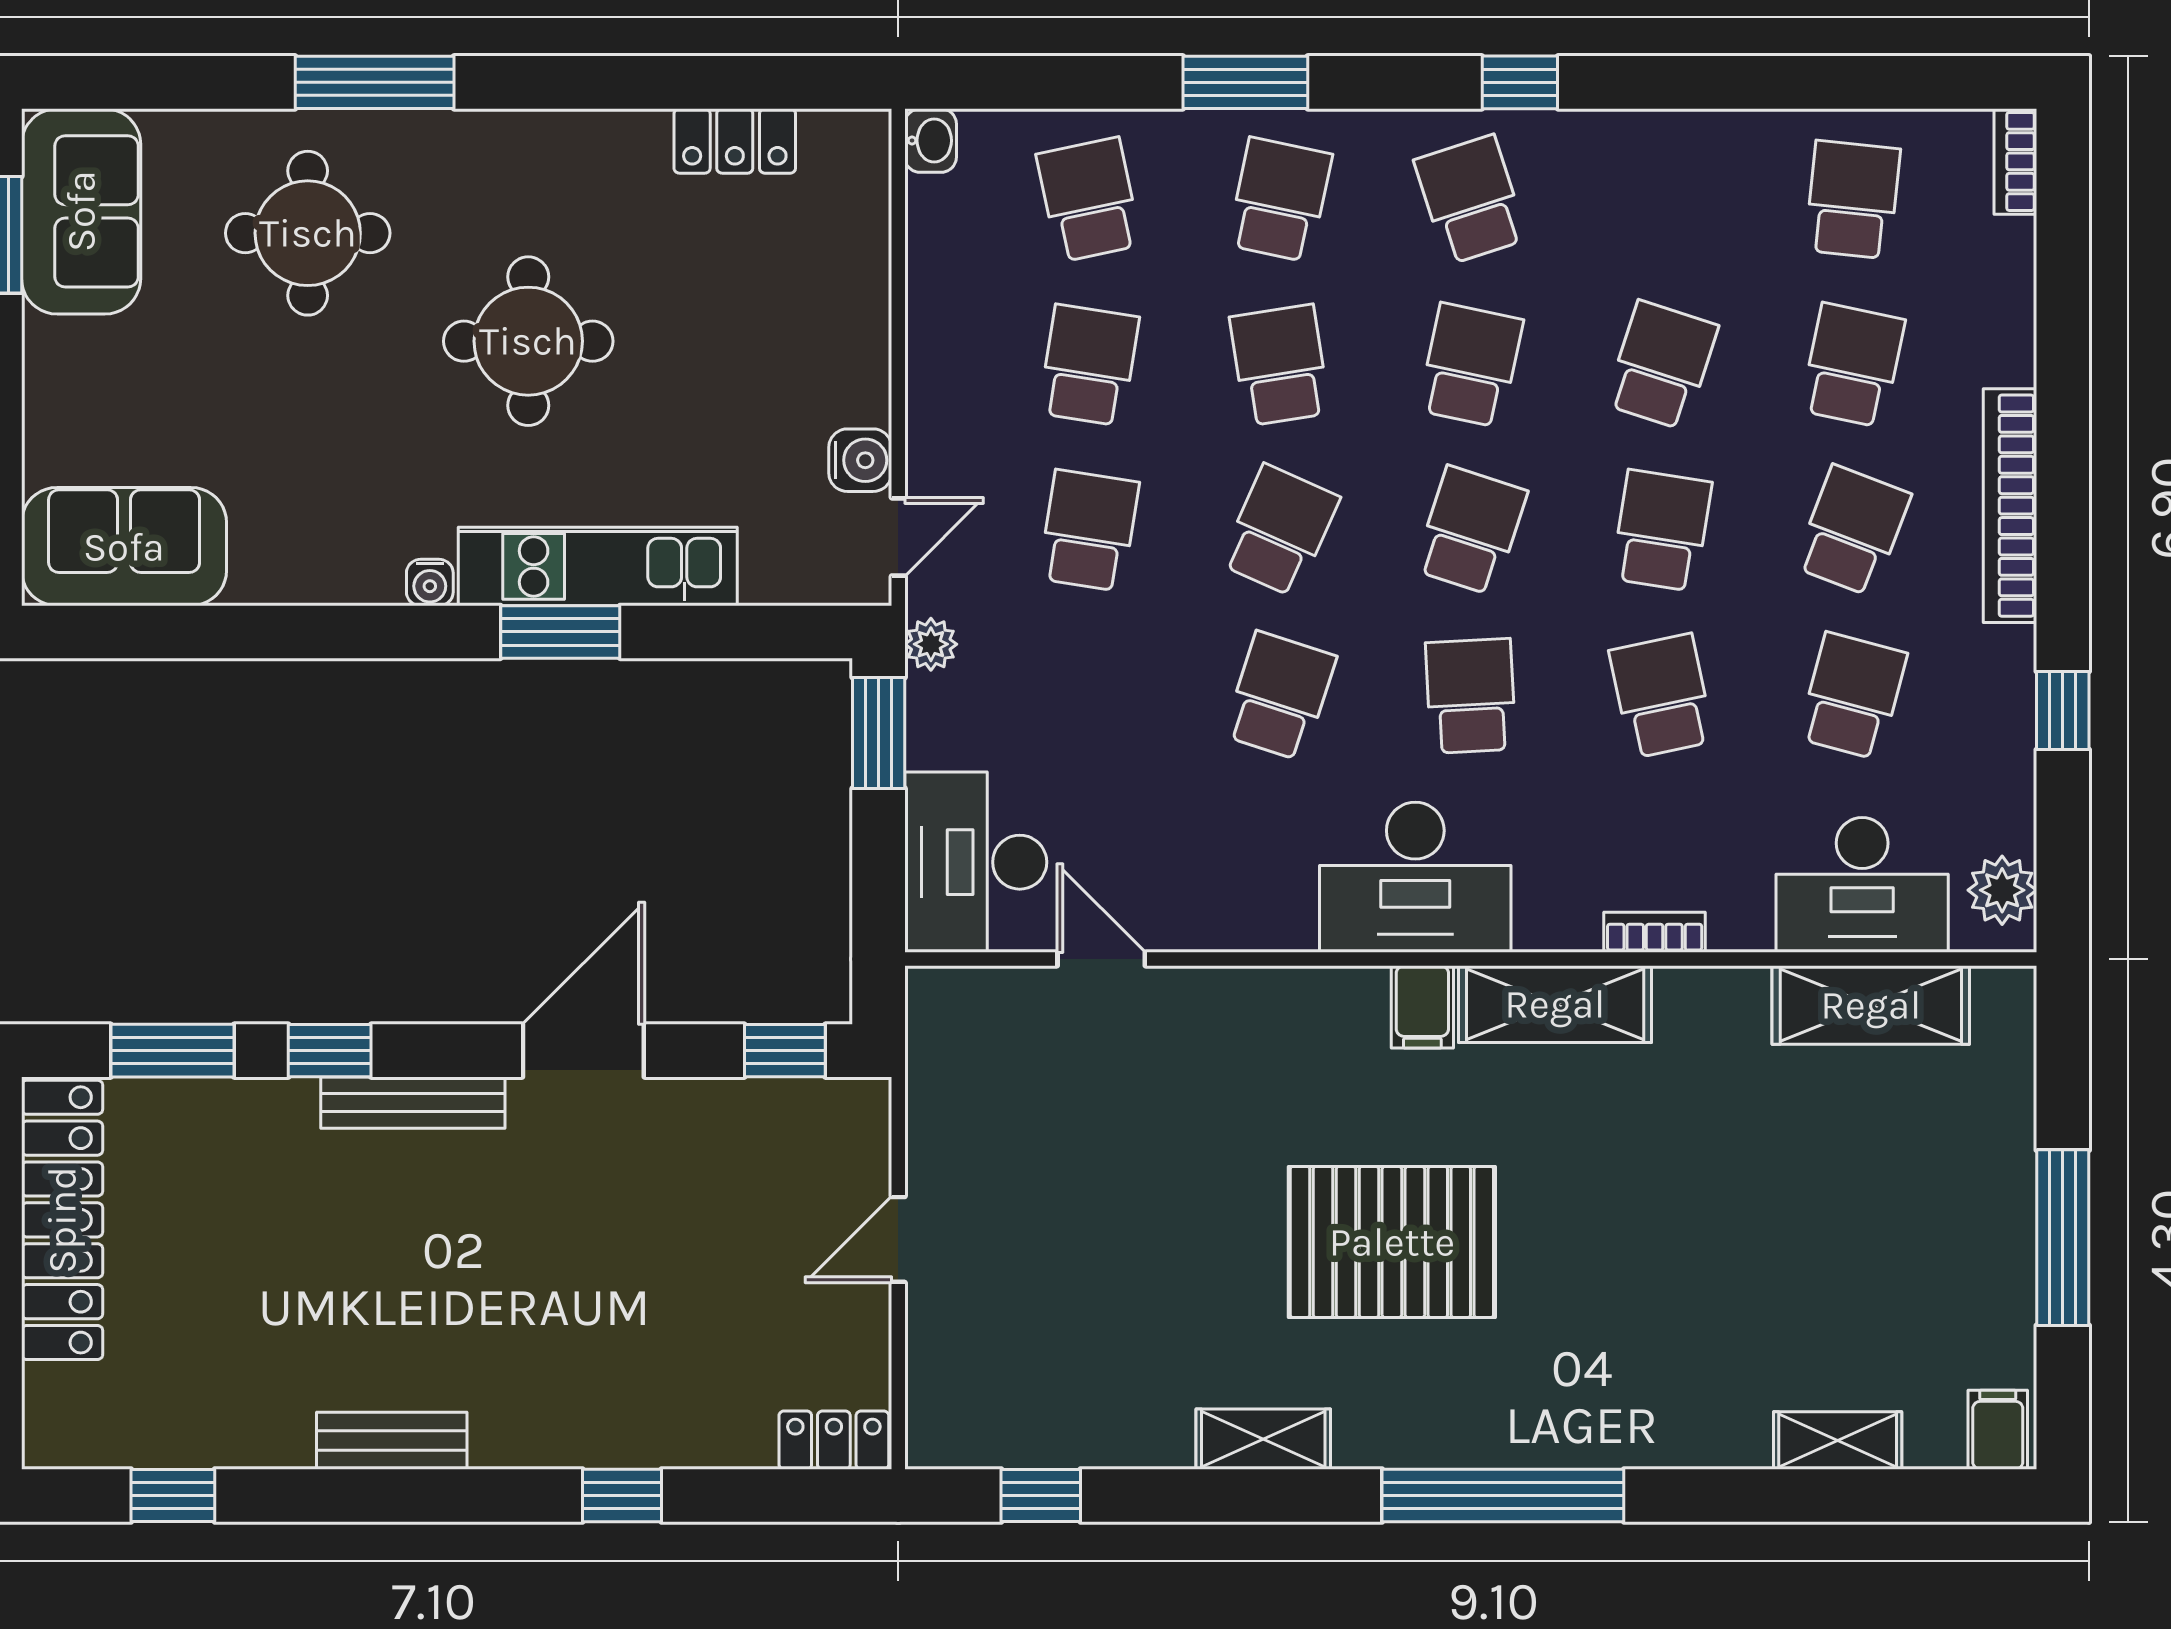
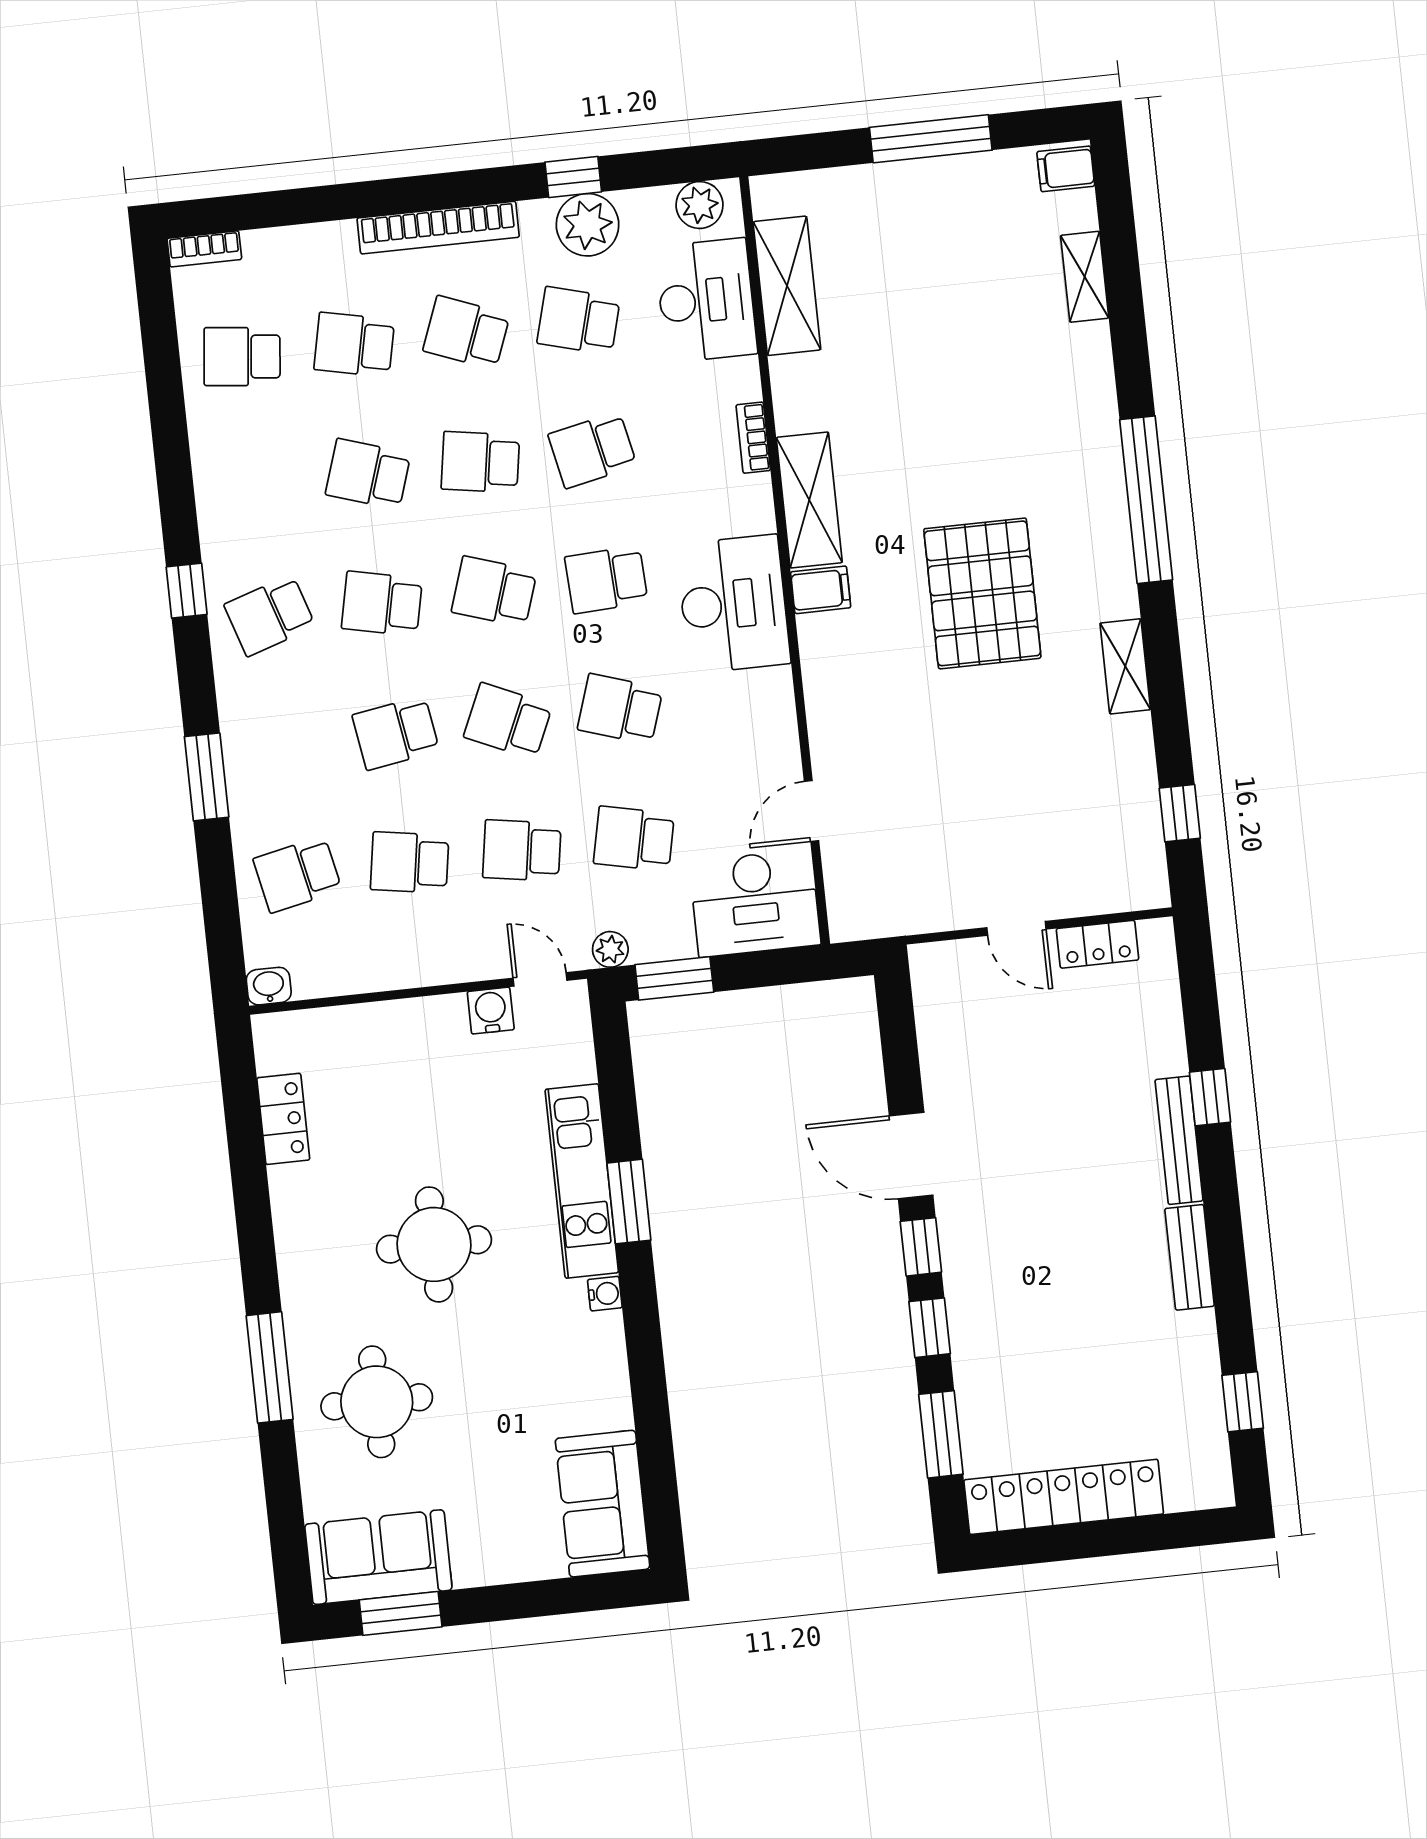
school desk: (1280, 200) -> (634, 839), moved
plant: (1991, 724) -> (588, 225), added
window: (785, 1051) -> (921, 1247), moved
bench: (413, 1103) -> (1179, 1140), moved
locker: (834, 1440) -> (1097, 944), moved, turned -90

